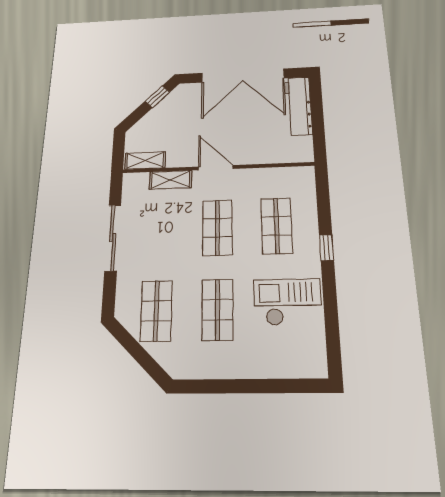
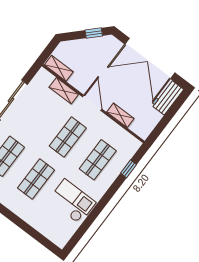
workbench: (298, 106) -> (167, 97), width x0.73
shelving: (261, 156) -> (120, 115), added
window: (326, 248) -> (128, 169), moved

